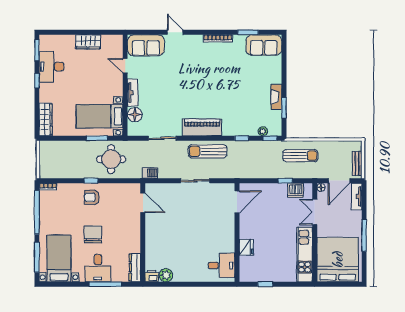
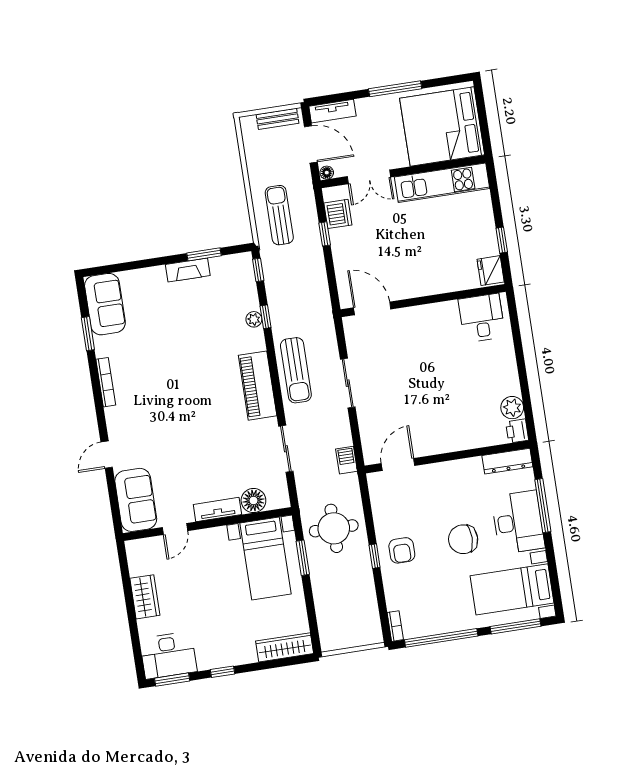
desk: (51, 67) -> (168, 655), moved
plant: (263, 131) -> (254, 319), moved
fridge: (246, 247) -> (491, 271), moved, turned -90
desk: (98, 268) -> (518, 522), width x1.37

